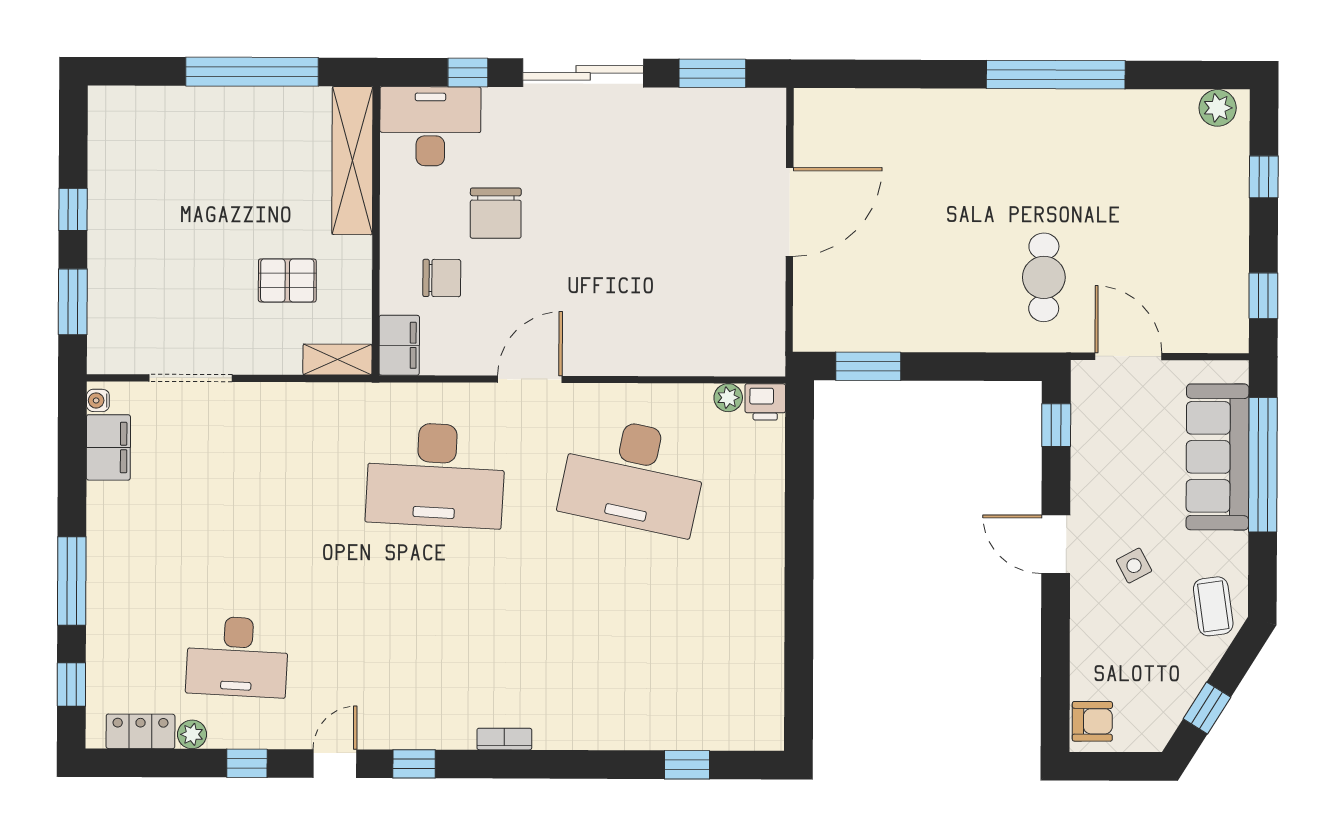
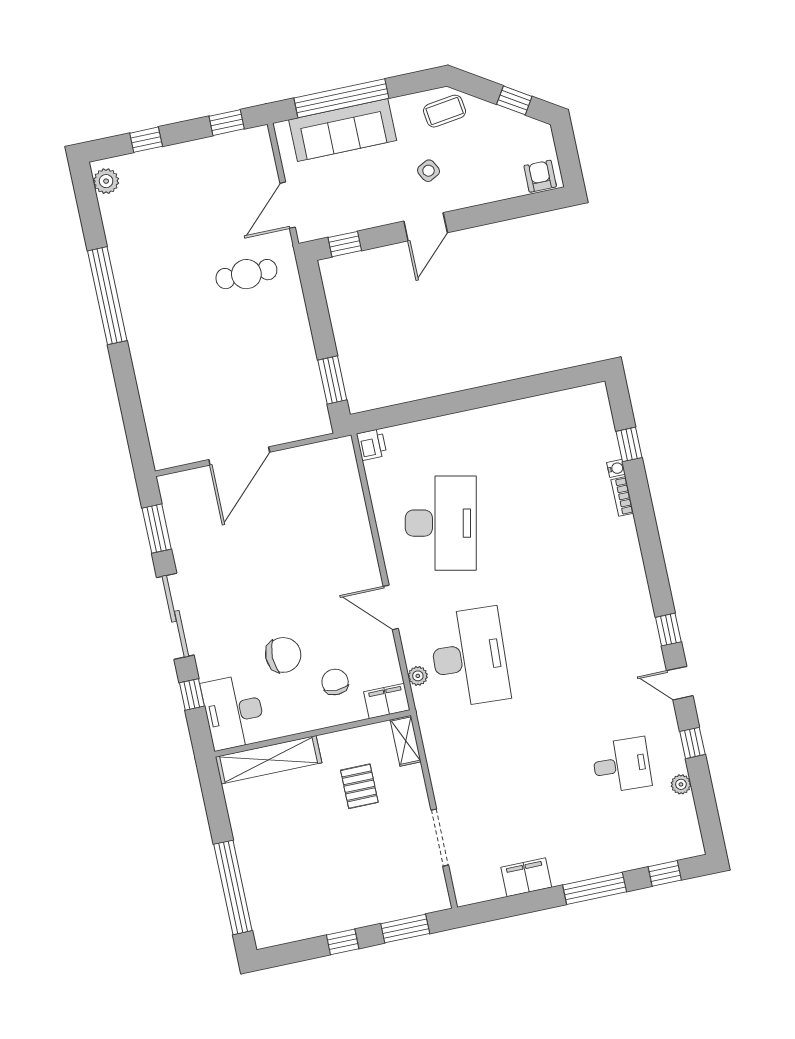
window: (252, 72) -> (233, 887), moved
door: (790, 212) -> (239, 456), swing flipped
plant: (728, 398) -> (418, 676), moved
water cooler: (98, 400) -> (616, 468), moved, turned -90
filing cabinet: (108, 447) -> (526, 877), moved
desk: (237, 657) -> (622, 765), width x0.73
locker: (140, 731) -> (686, 820), removed
bookcase: (504, 739) -> (622, 496), moved

